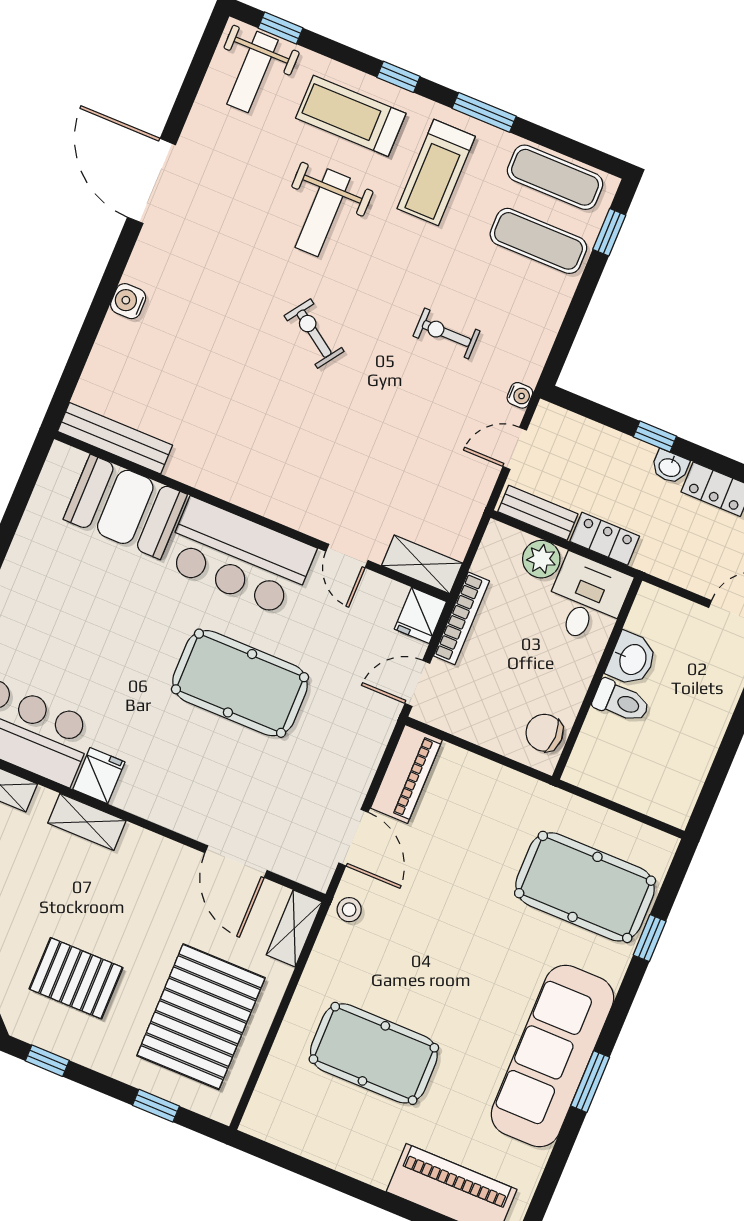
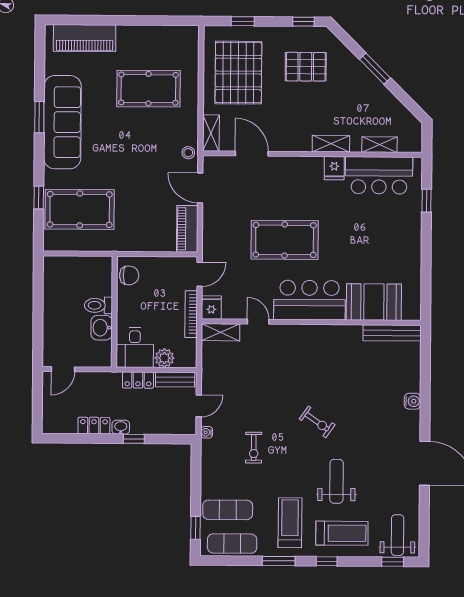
exercise bike: (447, 333) -> (254, 448), turned 90

